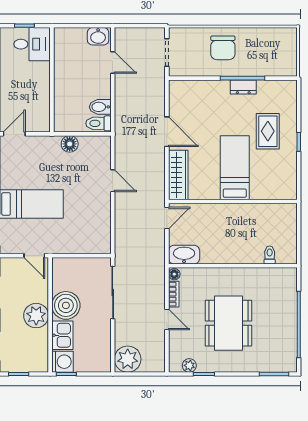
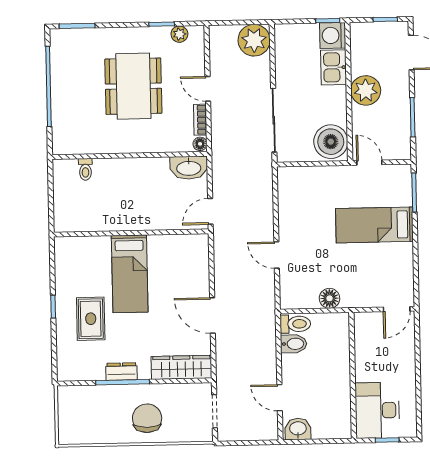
desk: (32, 44) -> (377, 410), width x1.37
wardrobe: (178, 175) -> (182, 367), moved, turned 90
boiler: (66, 305) -> (331, 142), moved

